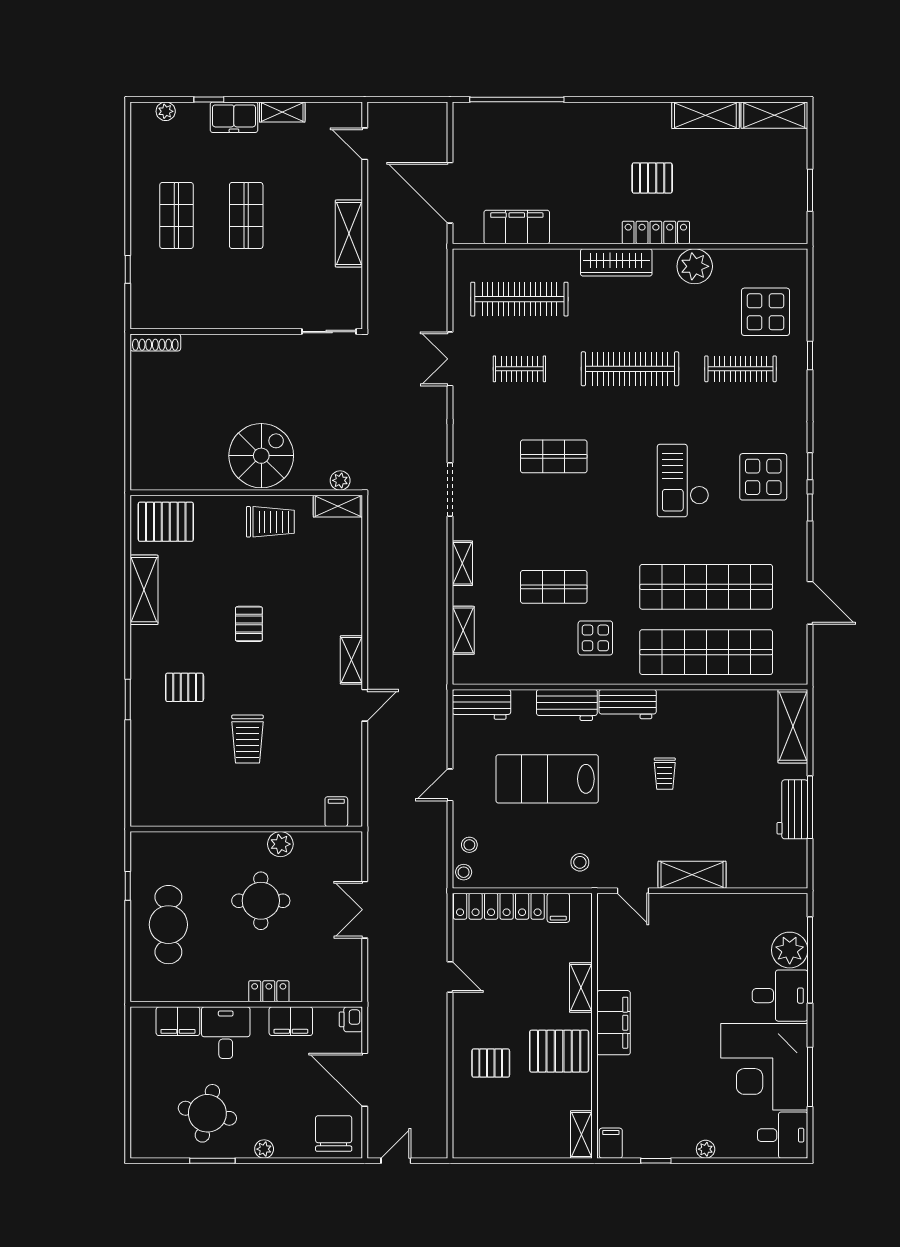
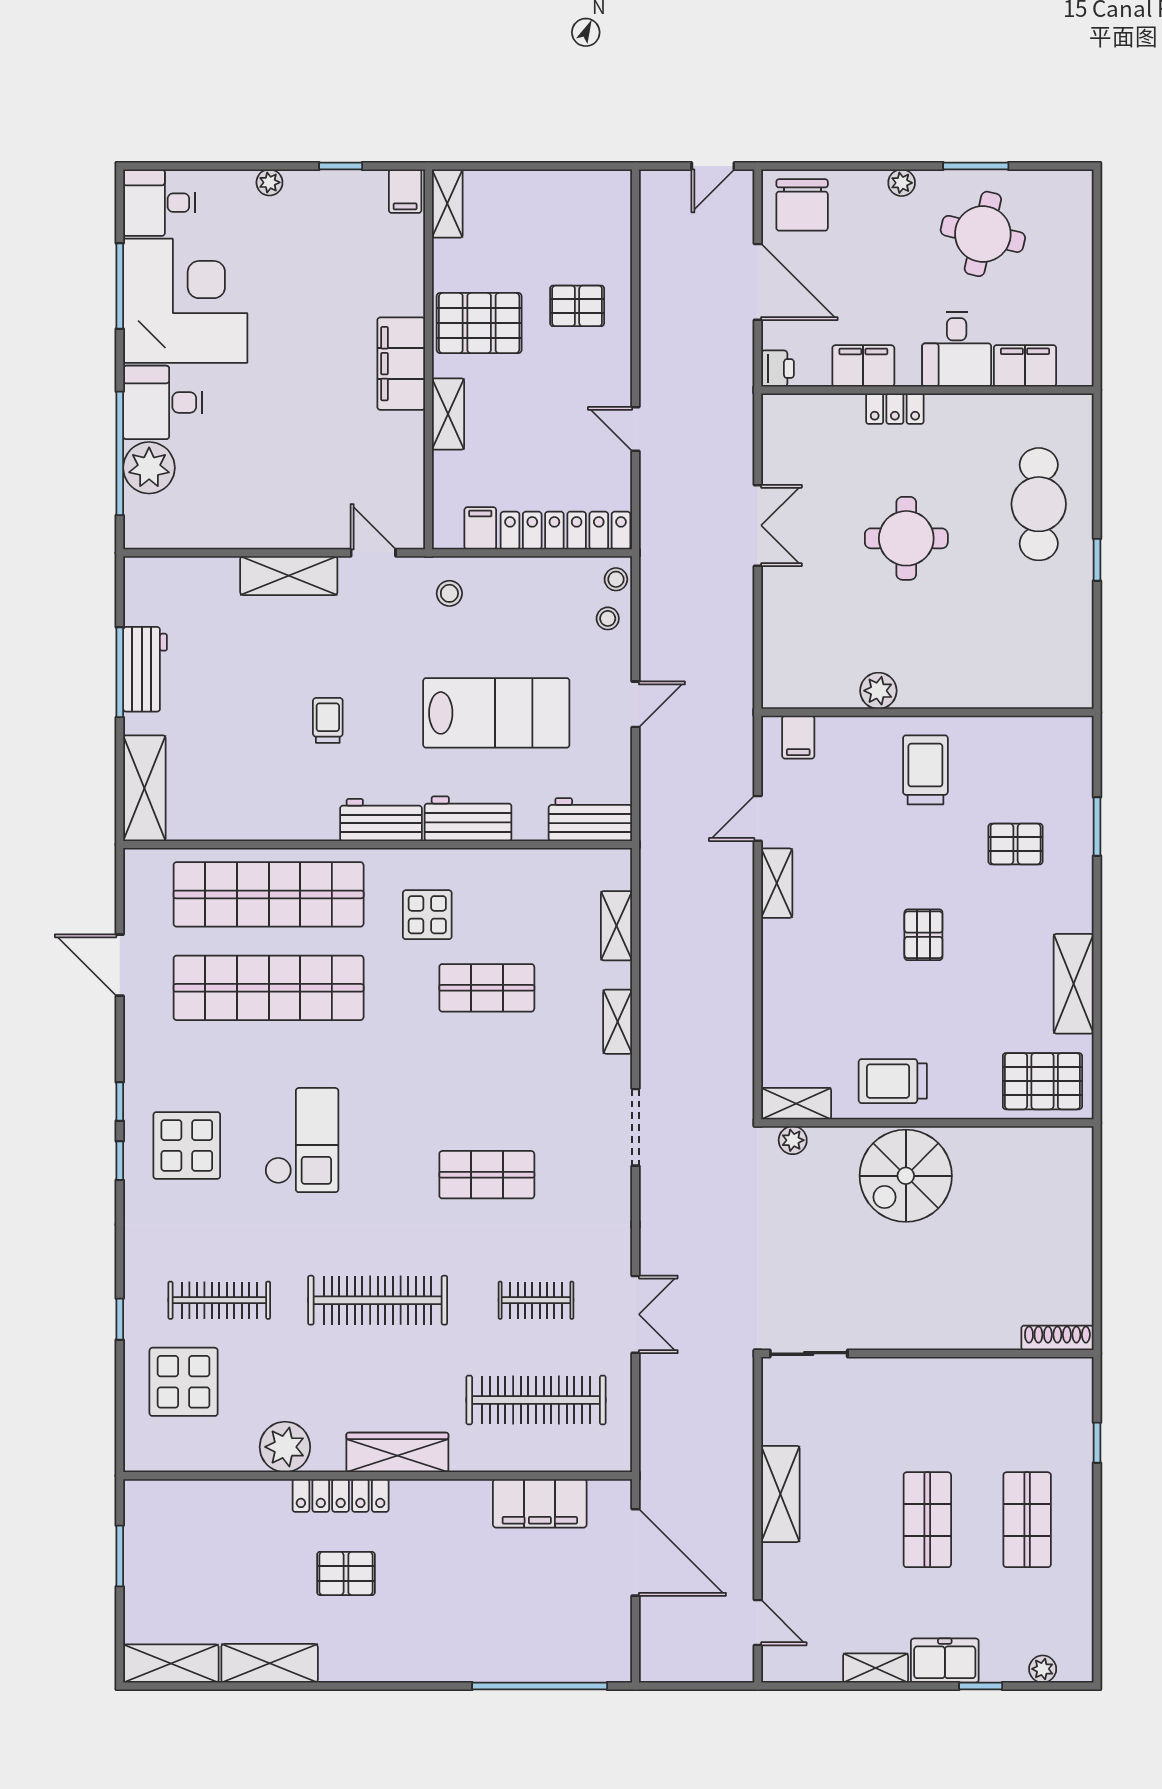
filing cabinet: (336, 812) -> (798, 737), moved
wall: (246, 829) -> (927, 712), moved
plant: (280, 844) -> (878, 691), moved

